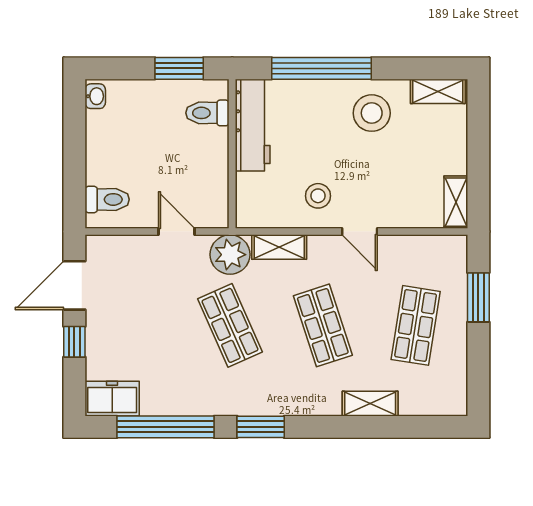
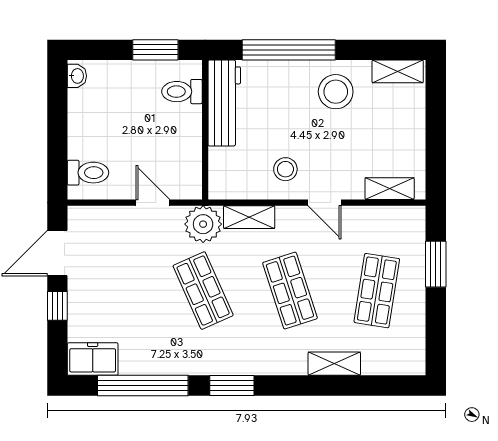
shelving: (456, 202) -> (390, 189), moved, turned 90

